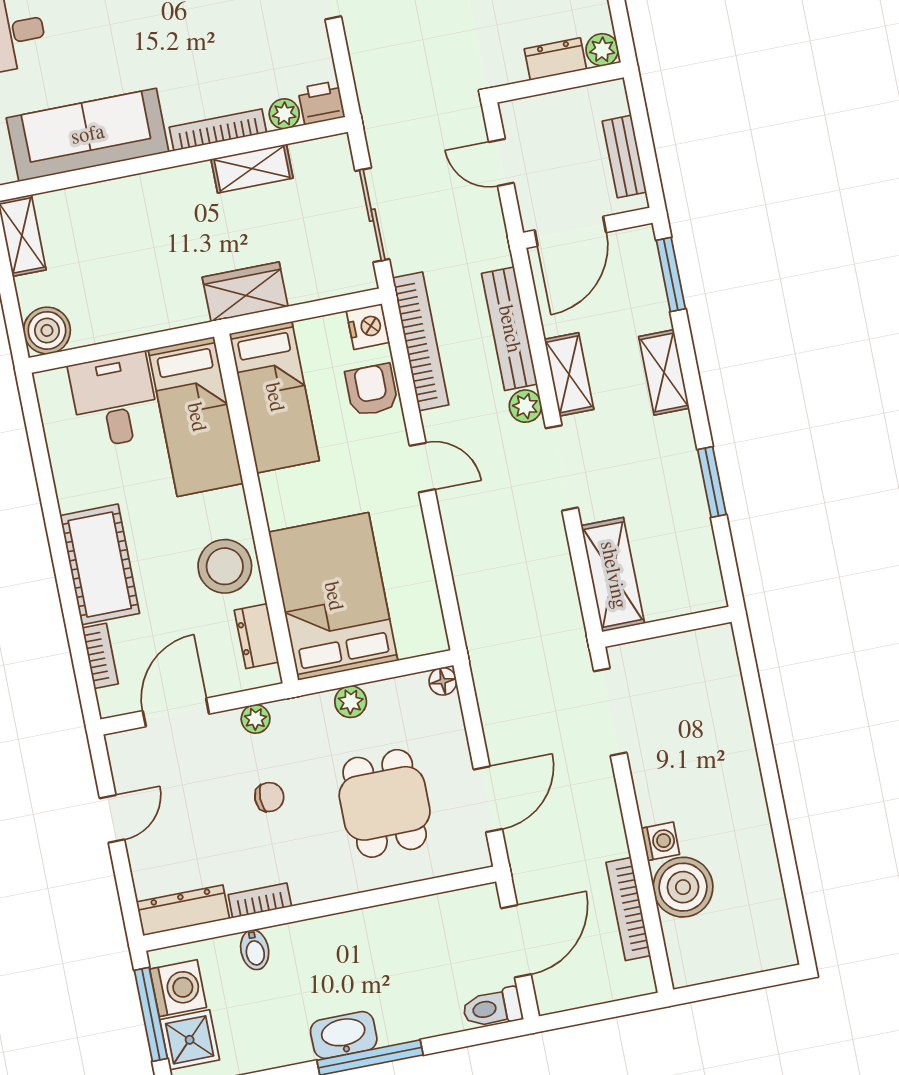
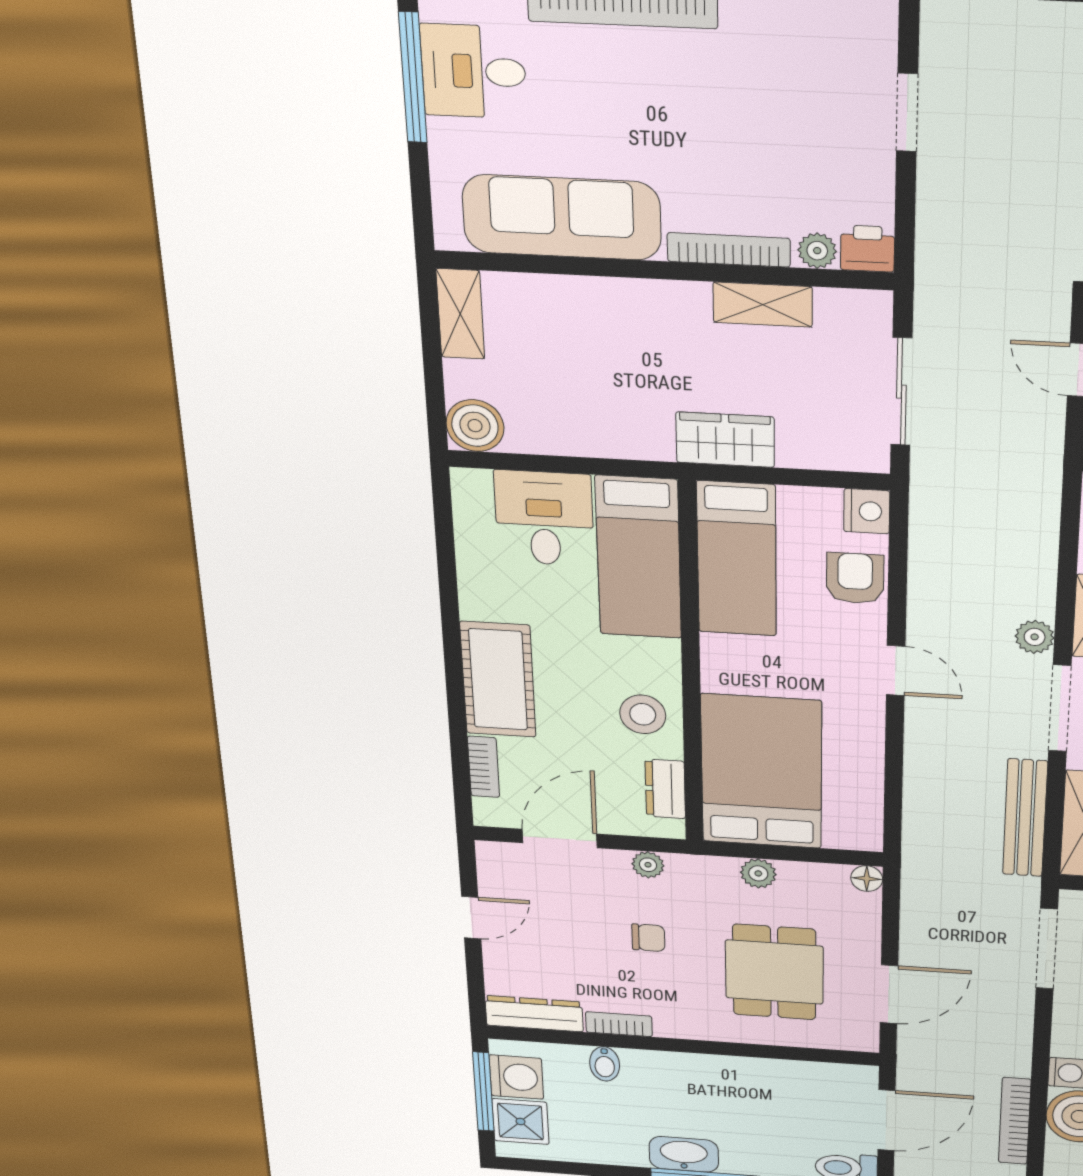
bench: (509, 329) -> (1025, 818), moved
bookcase: (421, 341) -> (927, 542), removed
stool: (225, 566) -> (643, 714), width x0.73, depth x0.73

